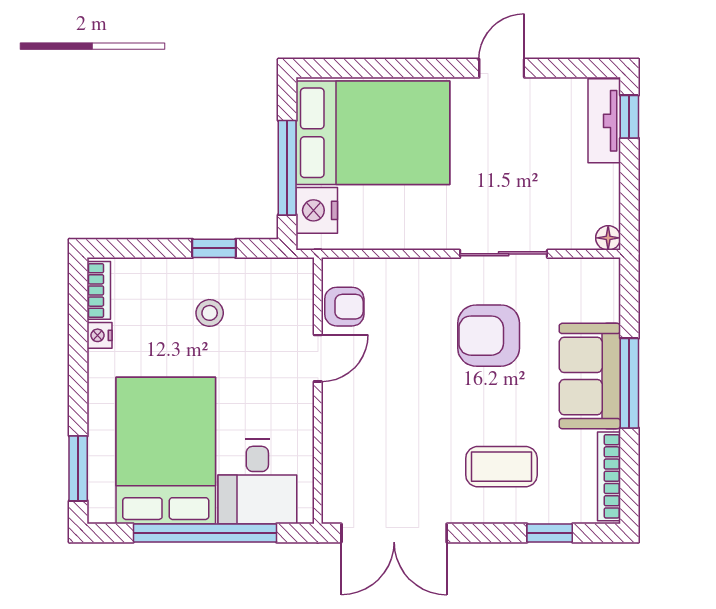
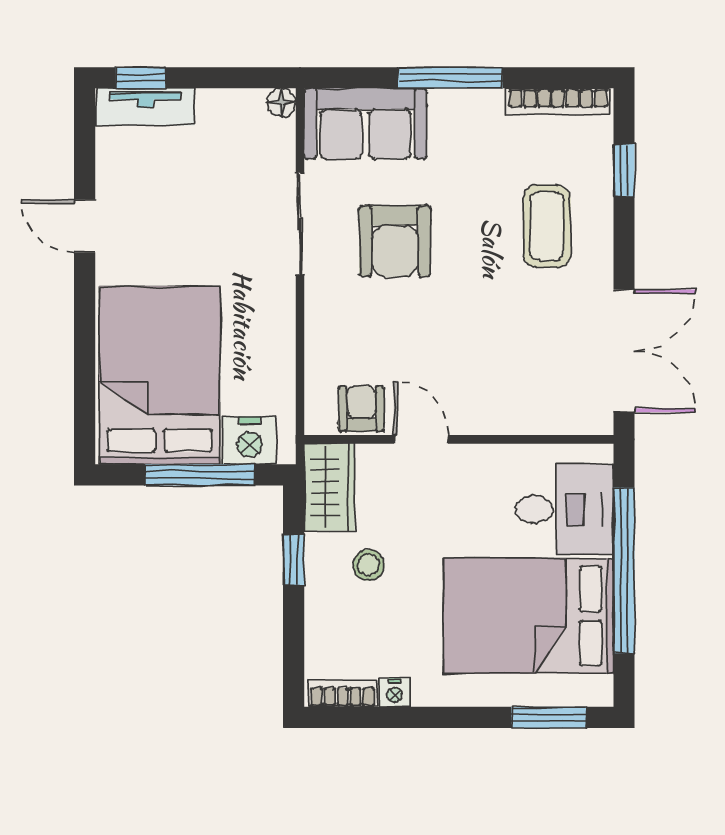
wardrobe: (277, 279) -> (329, 487), added
sofa: (590, 376) -> (365, 124), moved

